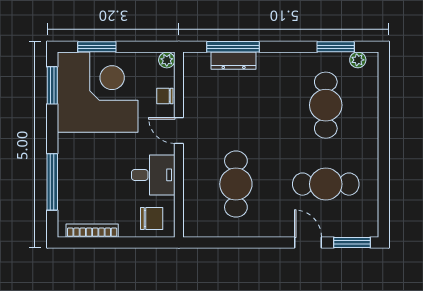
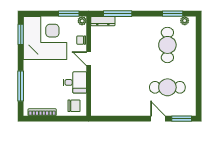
window: (97, 47) -> (69, 14), moved
dresser: (234, 61) -> (103, 21), moved
cafe table: (236, 184) -> (119, 87), removed

